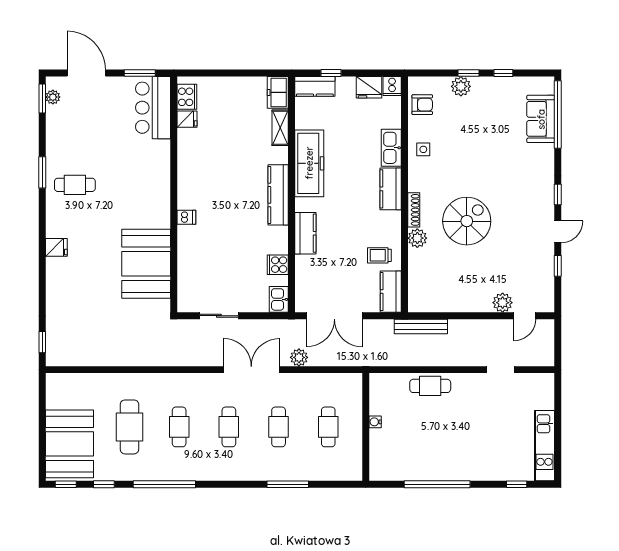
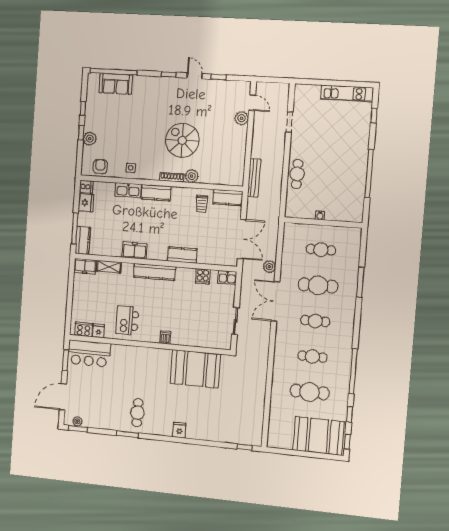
window: (331, 73) -> (75, 228), width x2.17
kitchen island: (206, 160) -> (127, 320), added
freezer: (309, 163) -> (134, 250), width x0.52, depth x0.79
cafe table: (279, 427) -> (318, 285), width x1.37, depth x1.35

